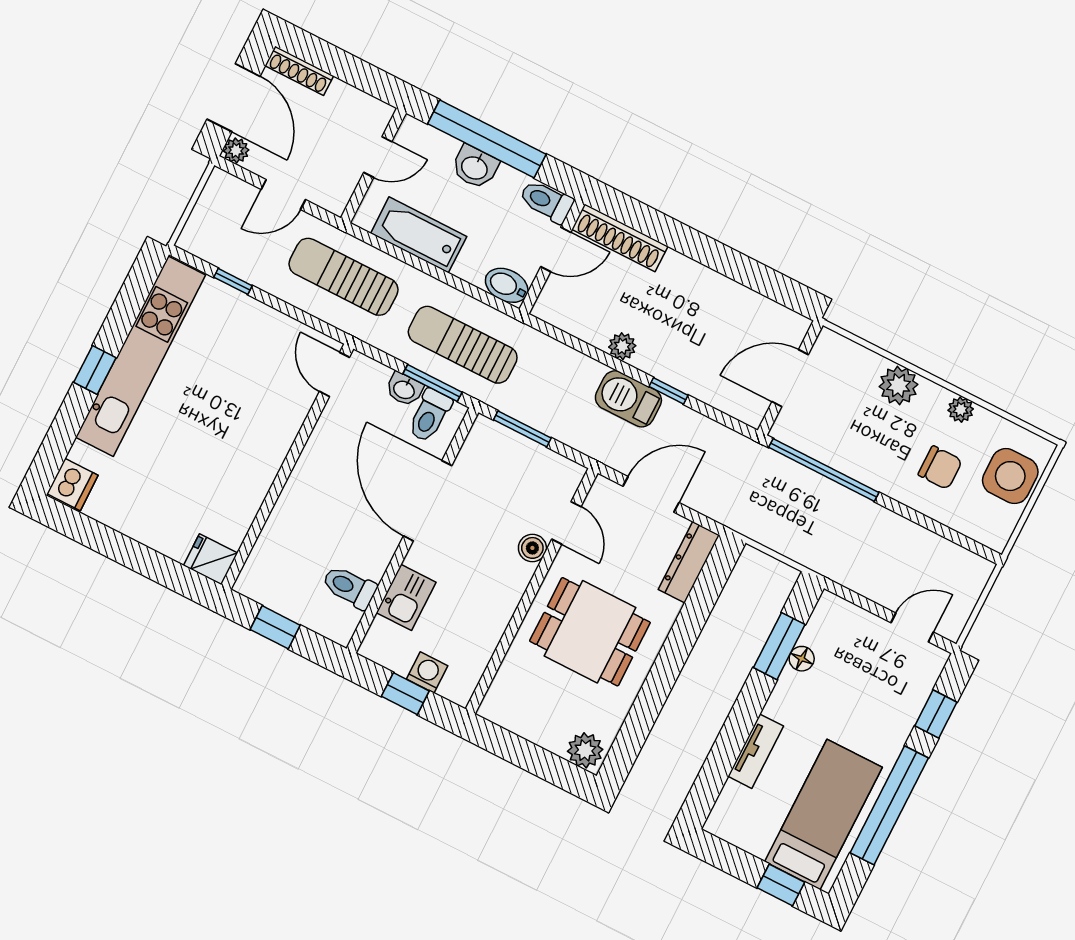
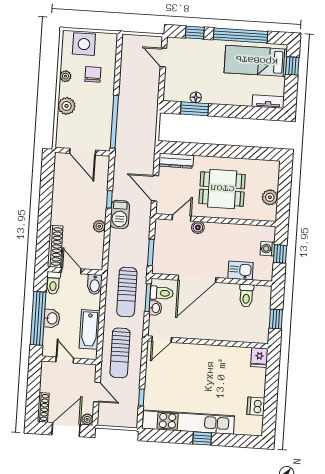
dishwasher: (72, 484) -> (256, 406), moved, turned -90
dining table: (590, 632) -> (222, 189), turned 90
plant: (585, 750) -> (270, 197), moved
tv unit: (756, 751) -> (268, 102), moved

